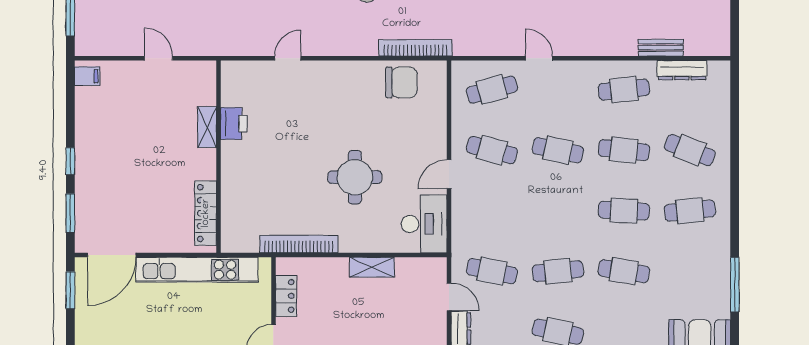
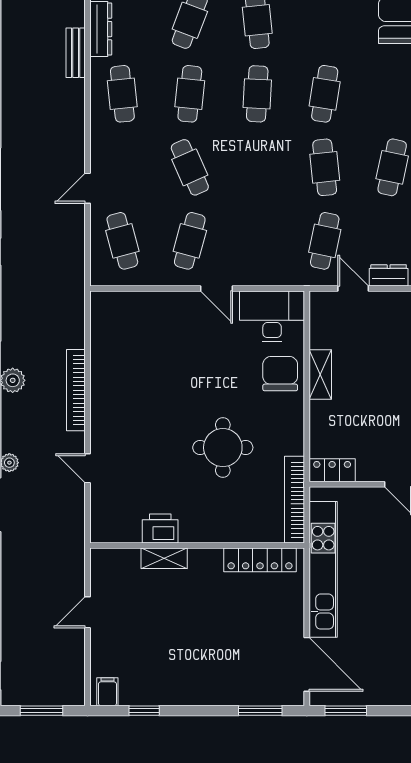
bookcase: (415, 48) -> (76, 390), moved
chair: (401, 82) -> (280, 374), moved
cafe table: (558, 150) -> (190, 167), turned -36
window: (70, 161) -> (144, 711), moved
round table: (355, 177) -> (223, 448), moved
bookcase: (299, 244) -> (295, 500), moved
locker: (286, 296) -> (332, 470), moved
door: (449, 297) -> (353, 289), hinge flipped

